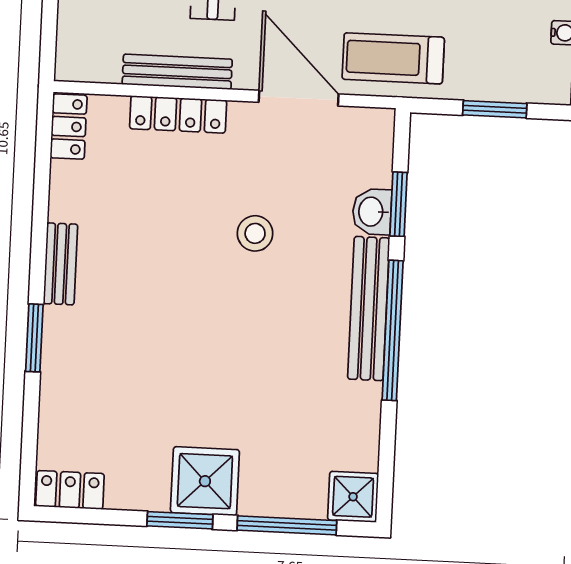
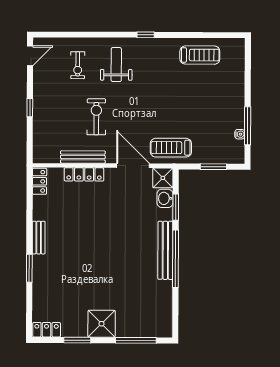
washbasin: (372, 212) -> (165, 198), moved
stool: (255, 233) -> (118, 222), removed
shower: (353, 497) -> (163, 178), moved
window: (180, 520) -> (77, 340), moved

